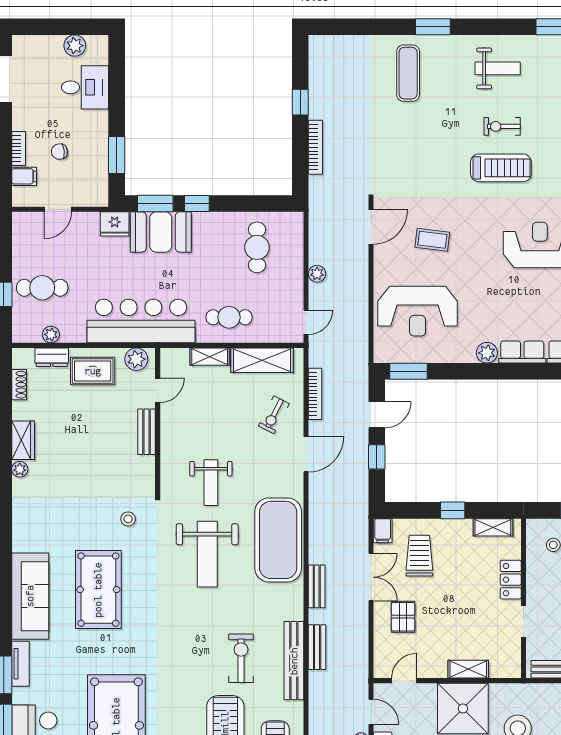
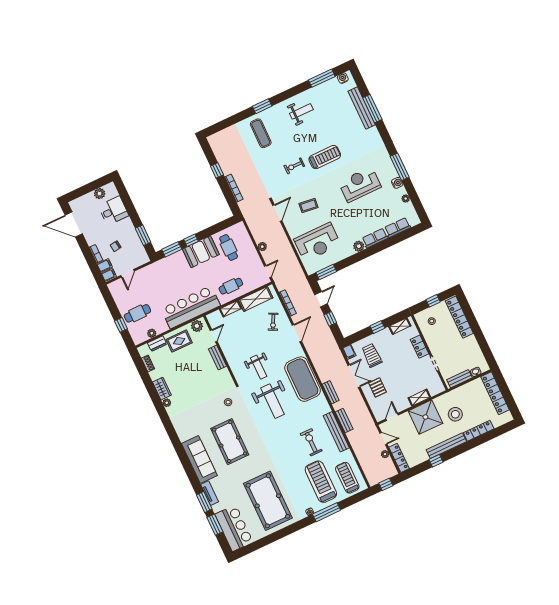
exercise bike: (502, 126) -> (294, 166), moved
filing cabinet: (24, 196) -> (109, 275), added
fridge: (115, 224) -> (157, 268), removed
booth: (161, 232) -> (201, 252), moved

